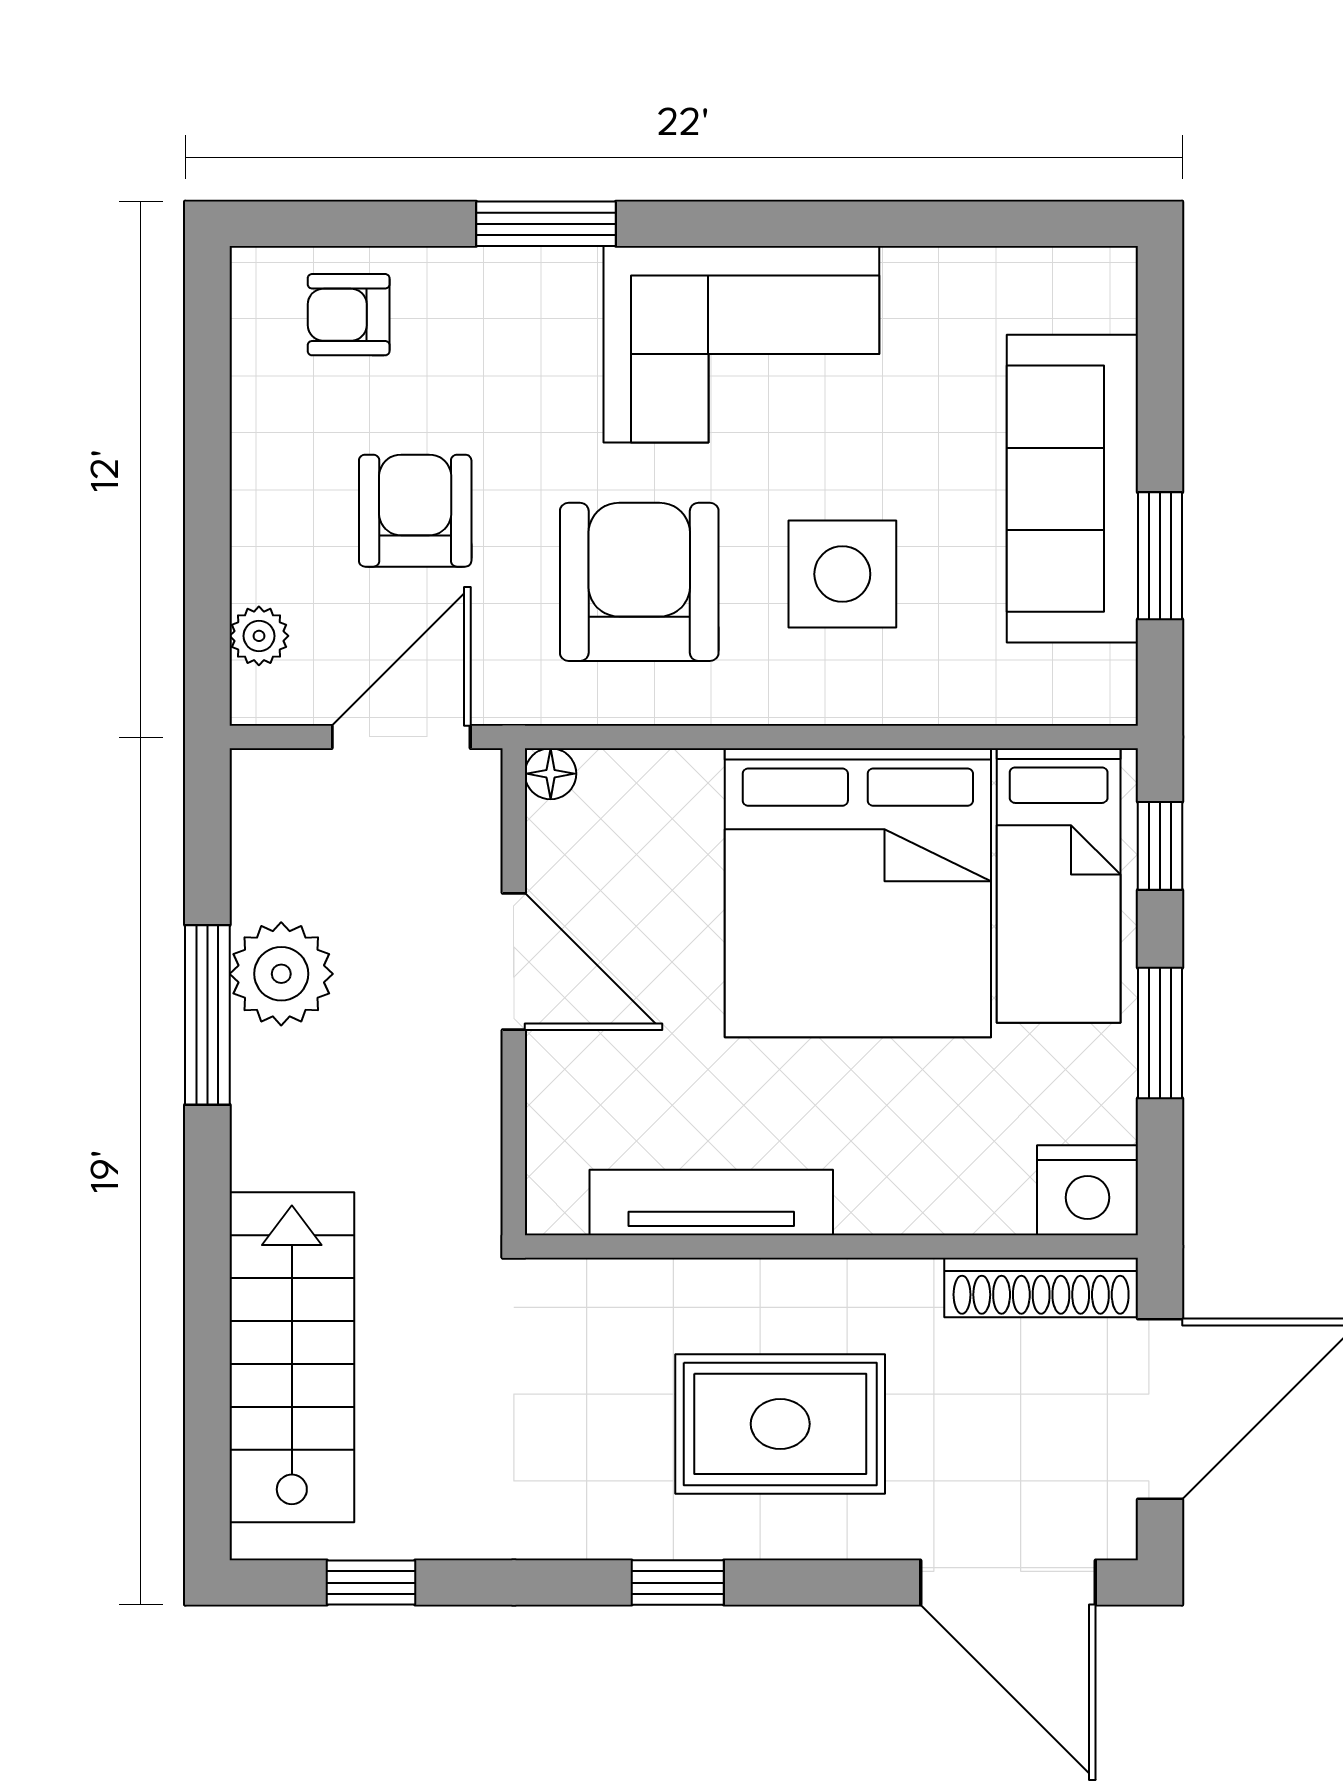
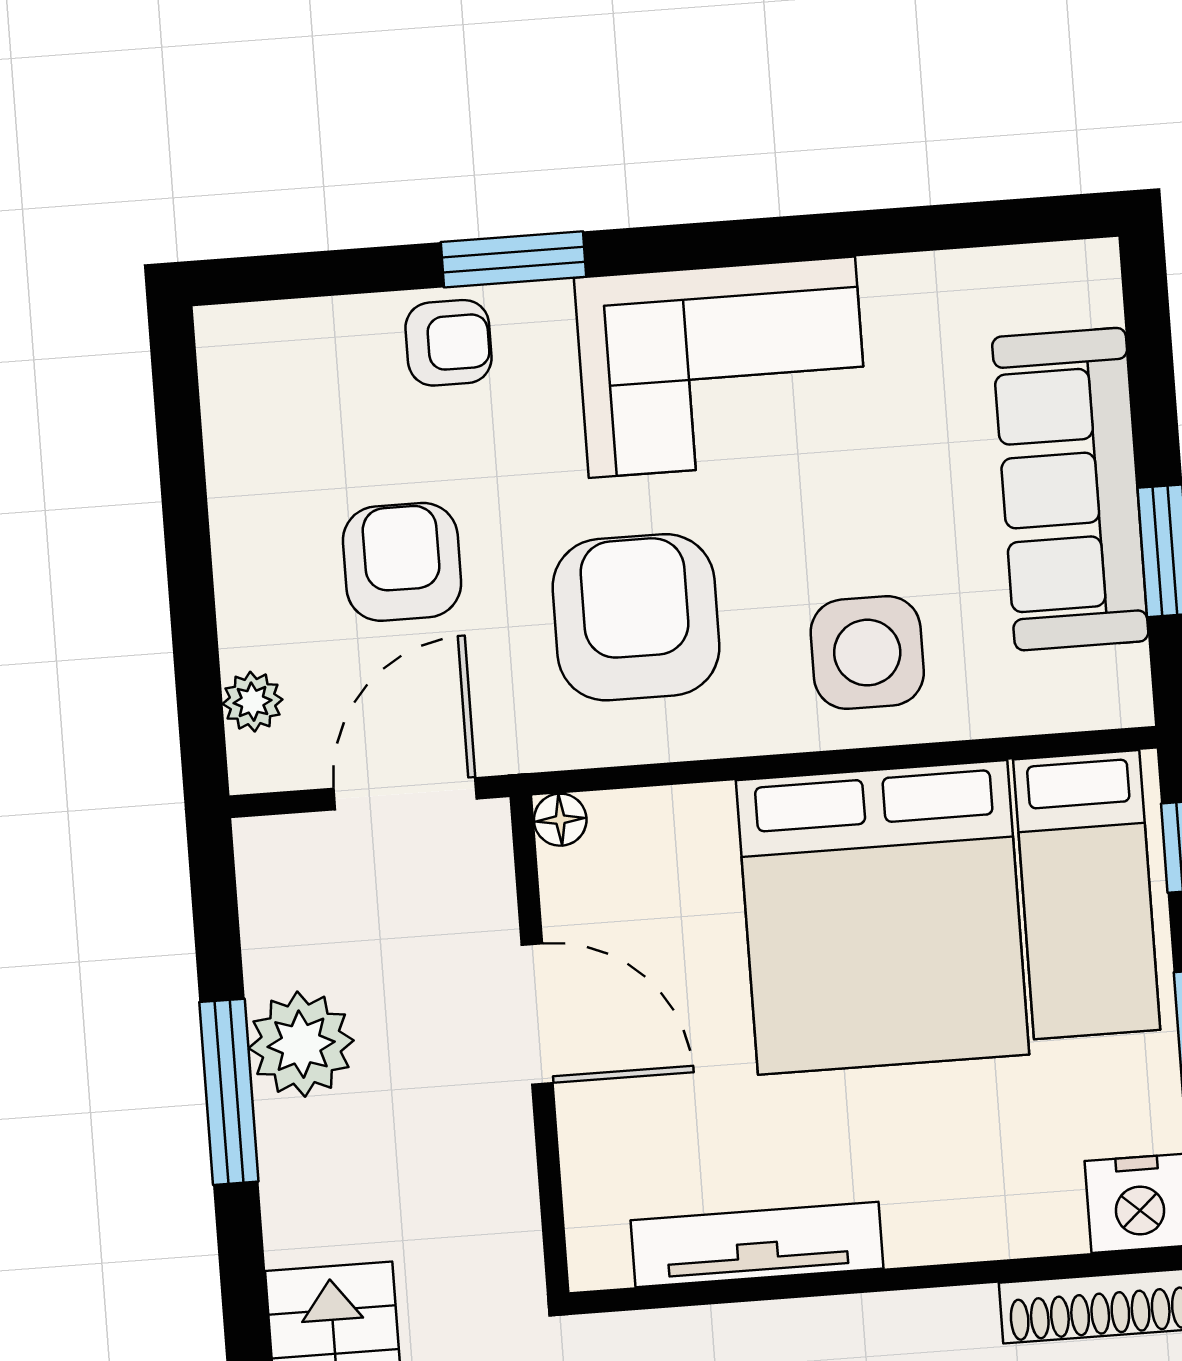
armchair: (349, 315) -> (449, 343), moved, turned 180
side table: (842, 574) -> (867, 653), moved

